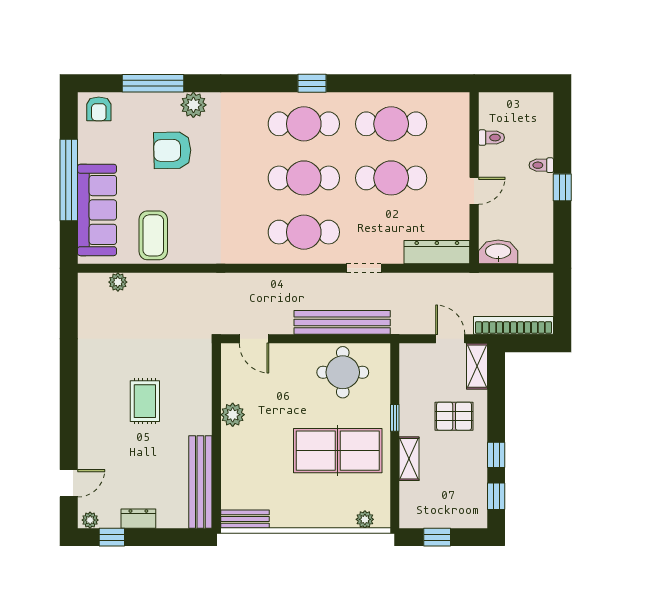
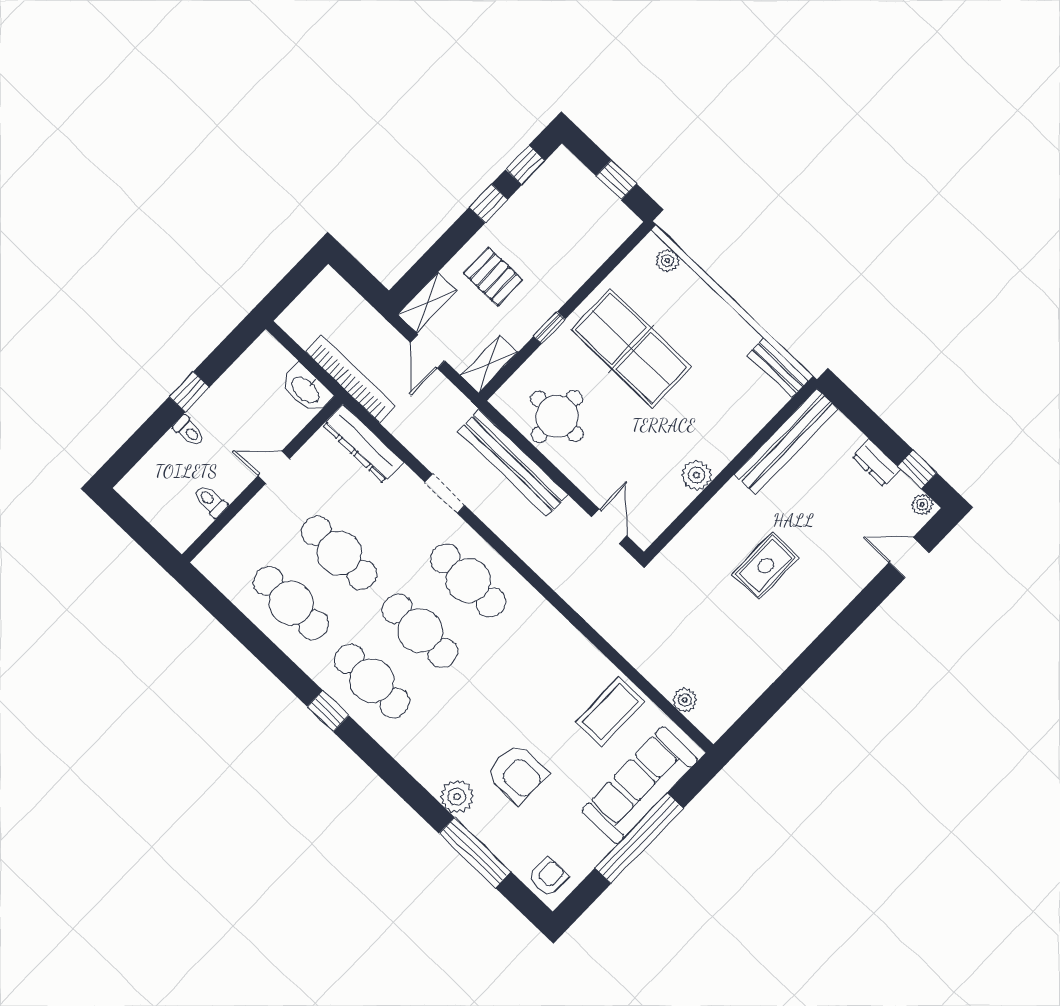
bookcase: (514, 325) -> (350, 379), moved, turned 180
shelving: (409, 459) -> (489, 364), moved

